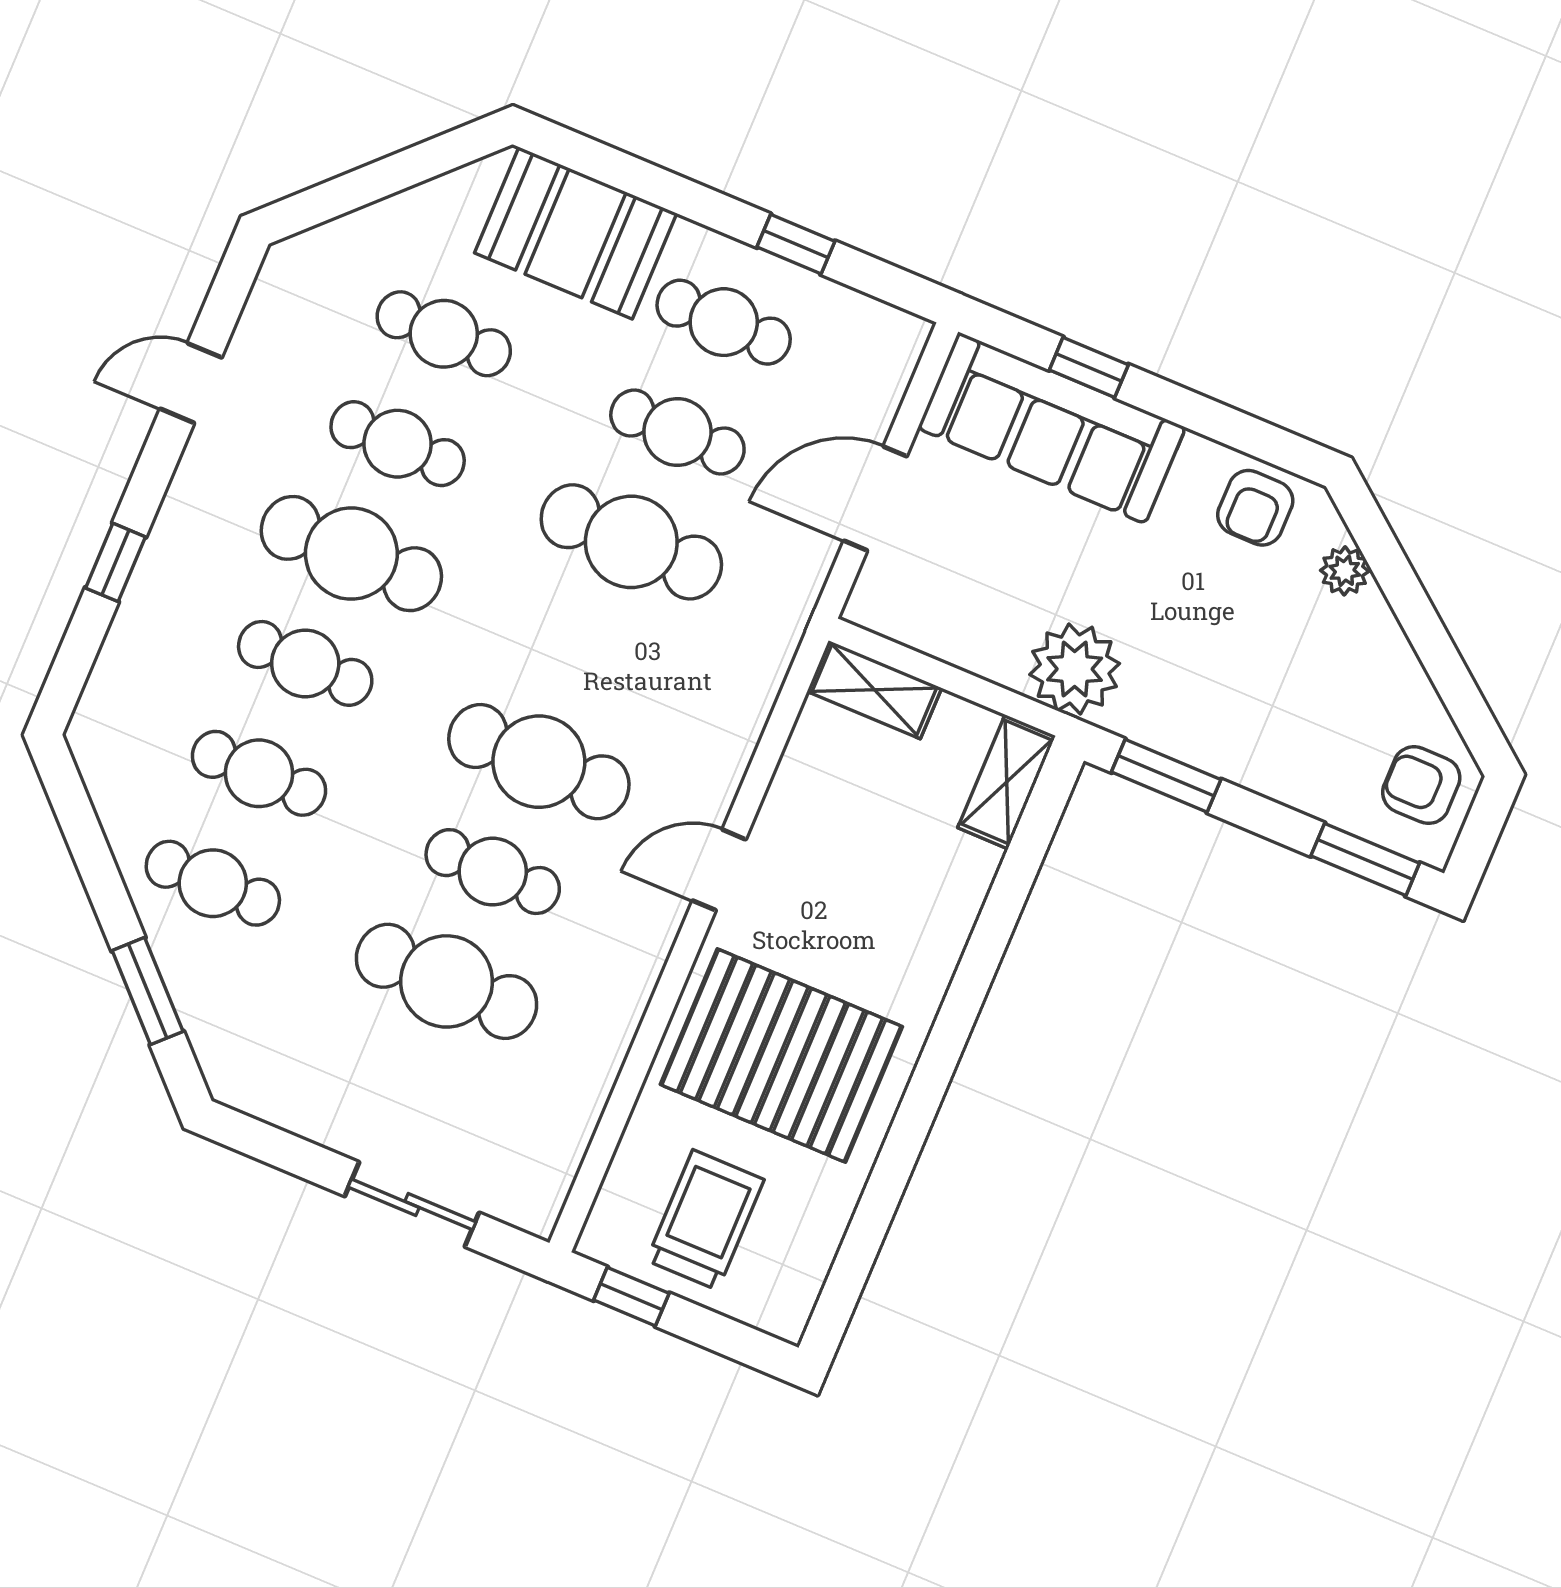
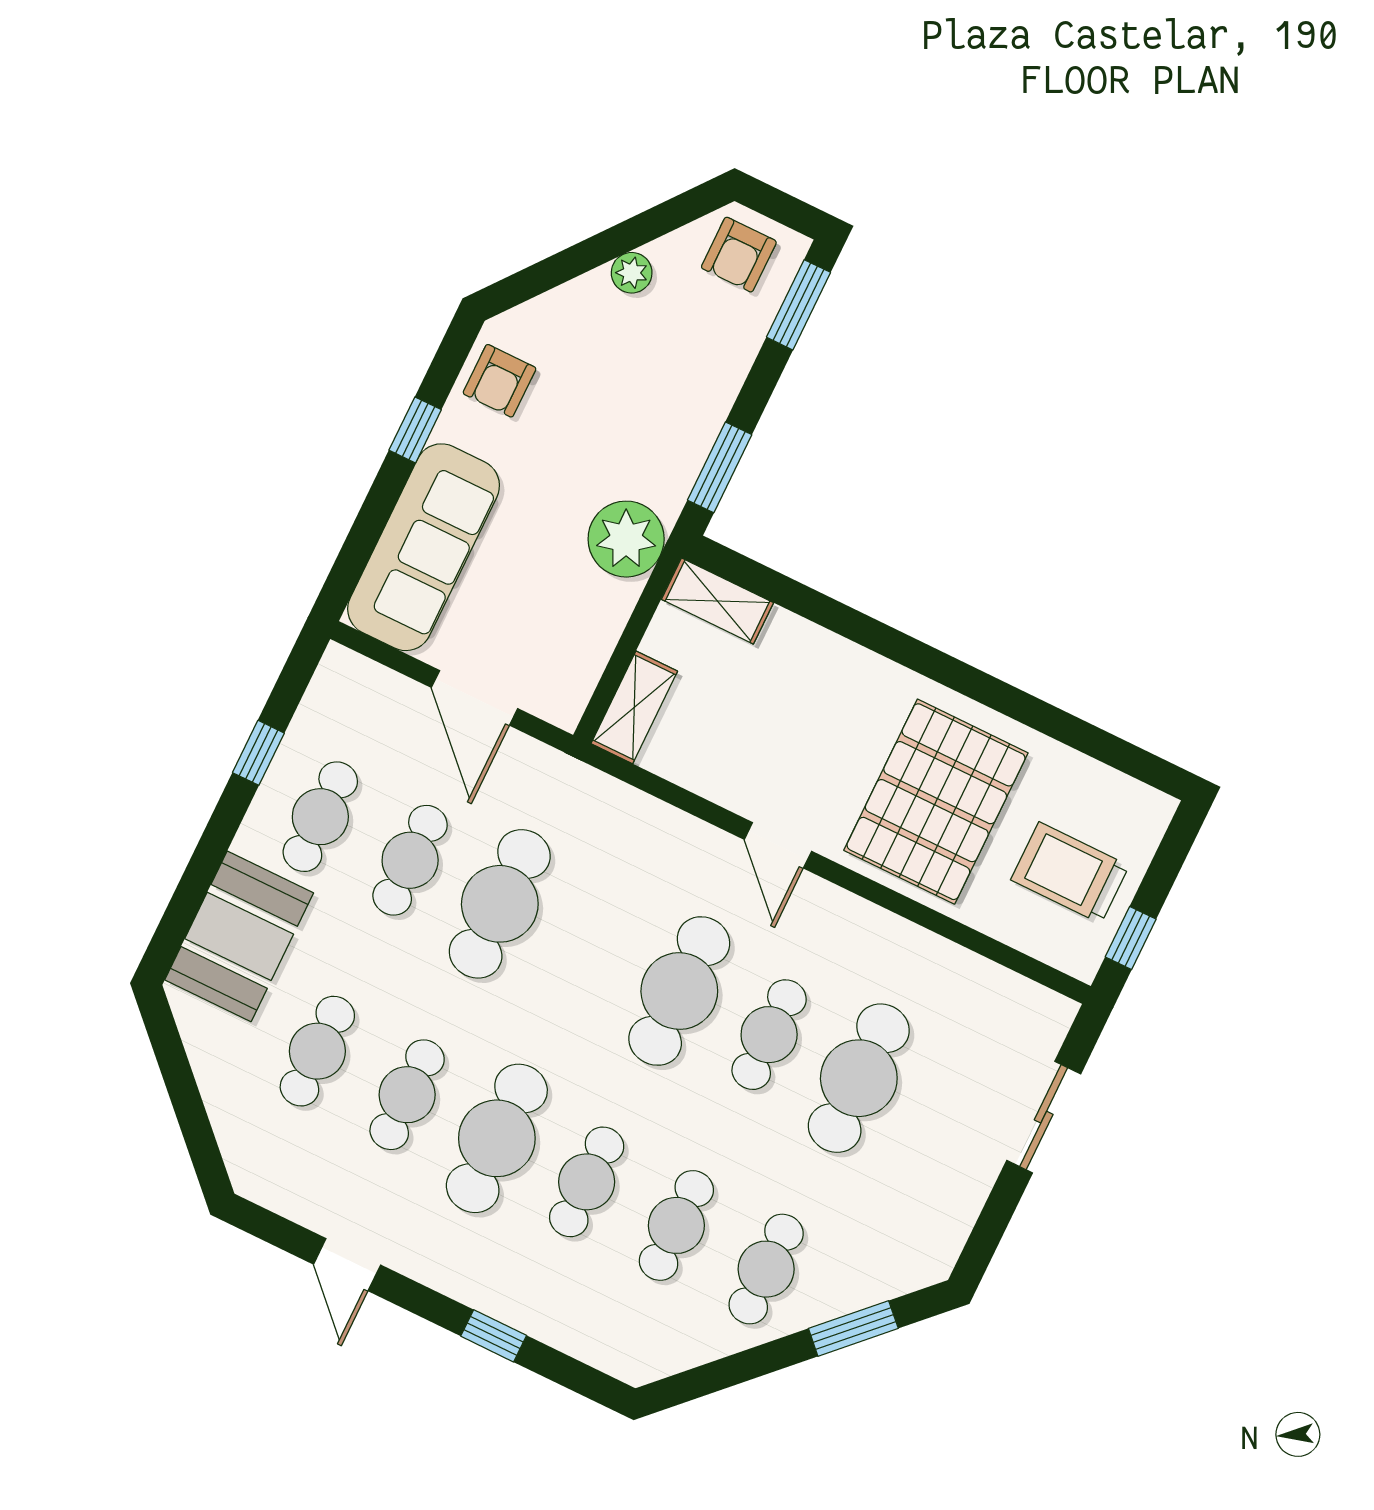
window: (1089, 367) -> (415, 430), moved
armchair: (1255, 508) -> (500, 381), turned 90
plant: (1345, 571) -> (632, 273), moved

